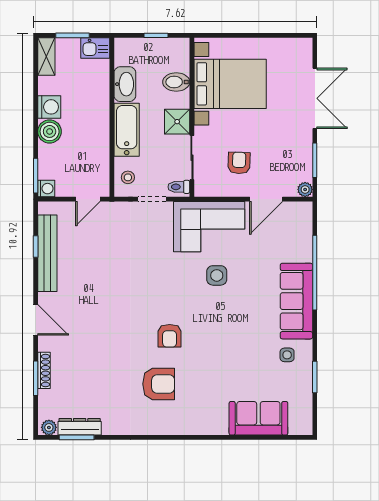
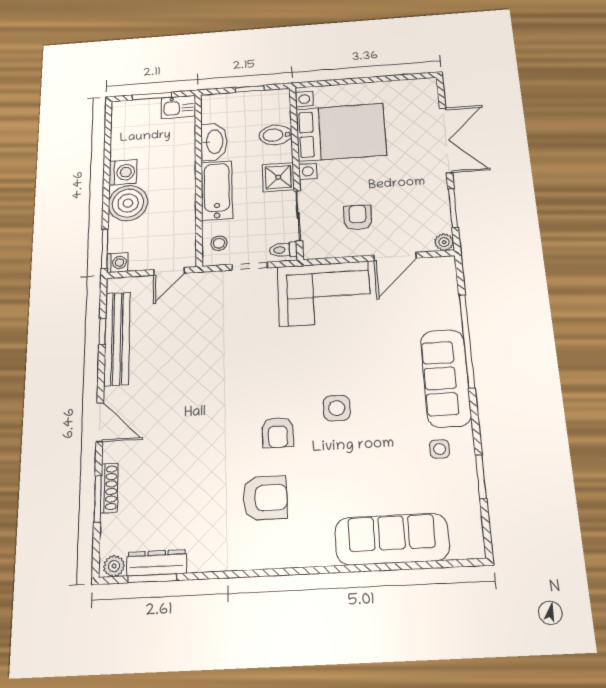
shelving: (46, 57) -> (121, 120), removed
boiler: (50, 131) -> (128, 203), width x1.37, depth x1.37
side table: (217, 275) -> (337, 408), moved
sofa: (258, 418) -> (392, 539), width x1.36

